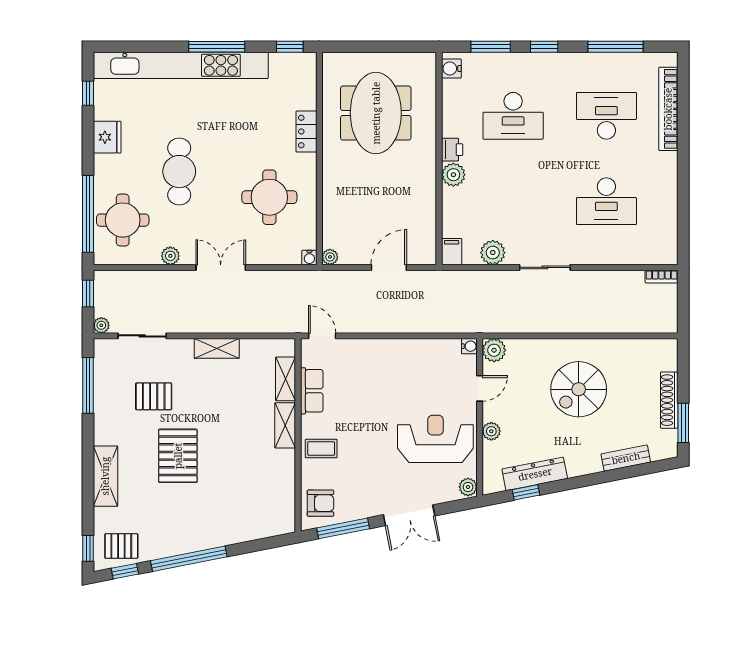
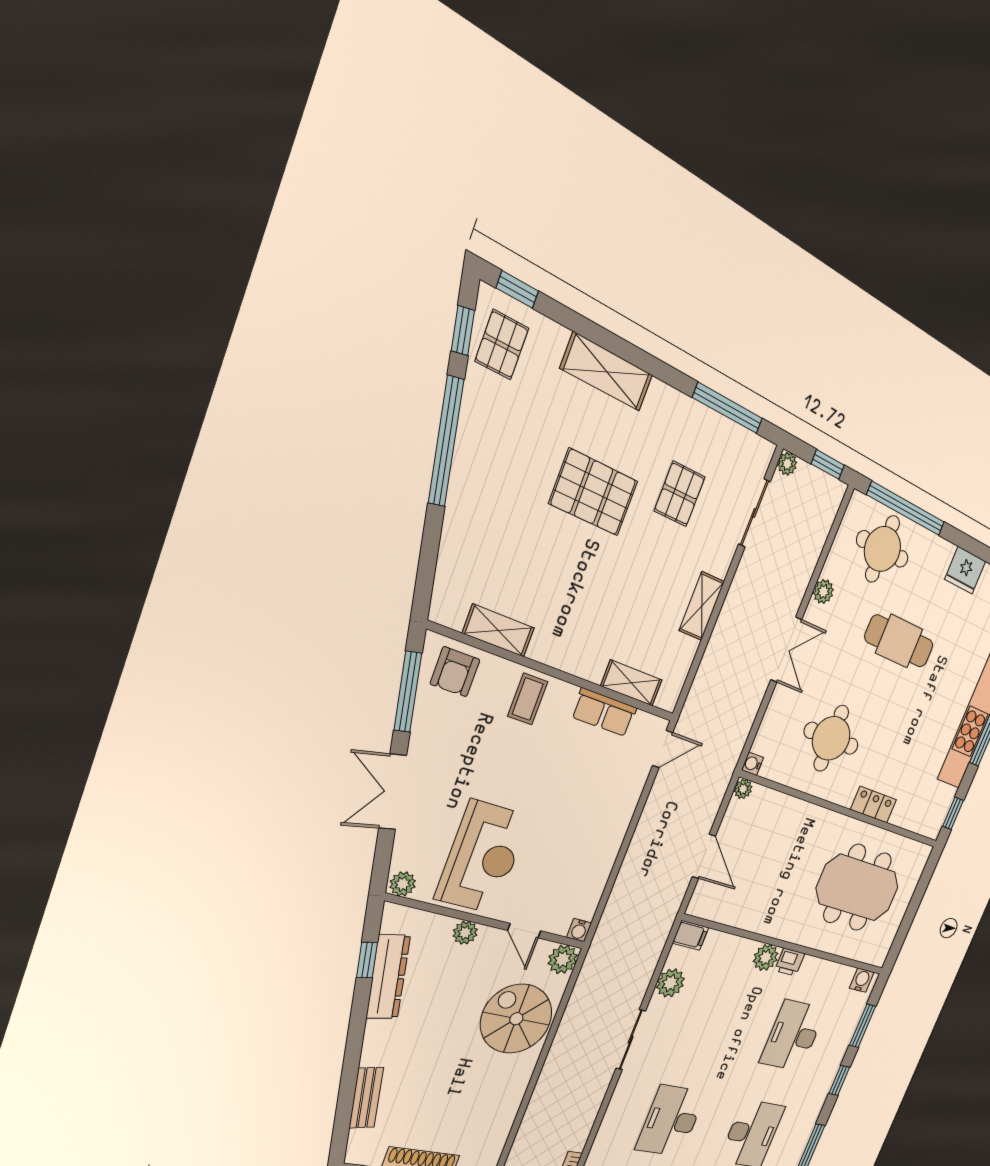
spiral stairs: (579, 389) -> (516, 1019), moved
shelving: (285, 425) -> (498, 631), moved

